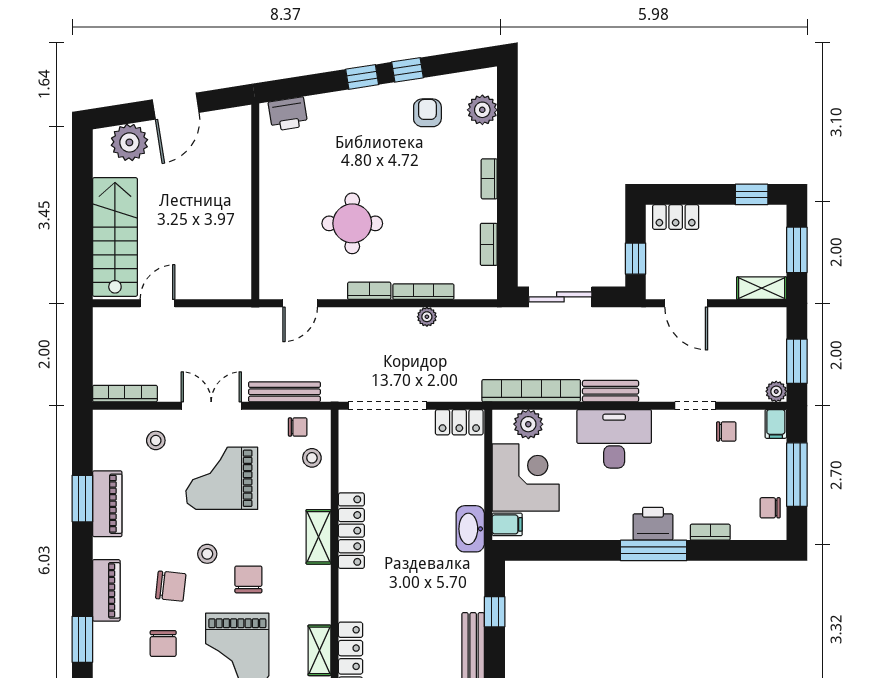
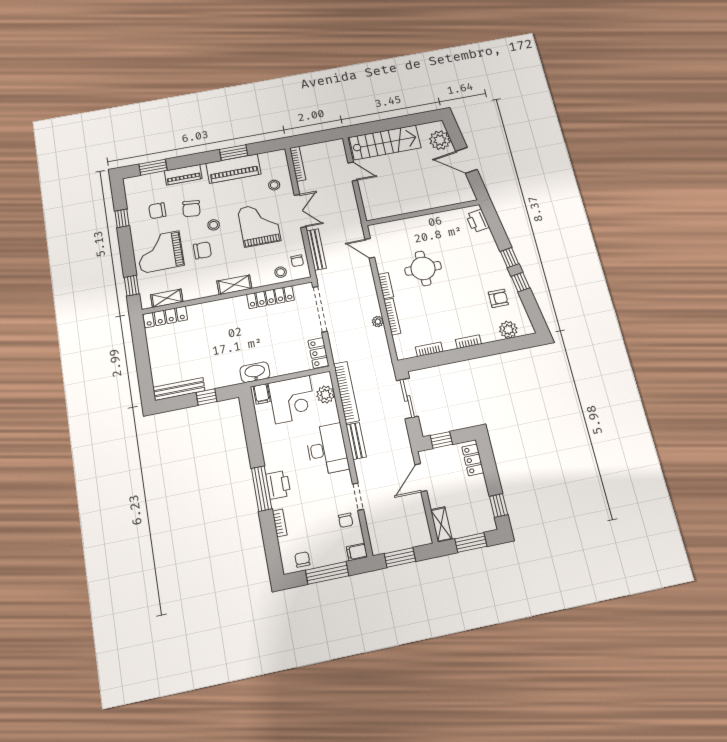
plant: (776, 391) -> (378, 548), removed
piano: (107, 504) -> (234, 169), width x1.37, depth x1.33
locker: (351, 531) -> (271, 297), moved

